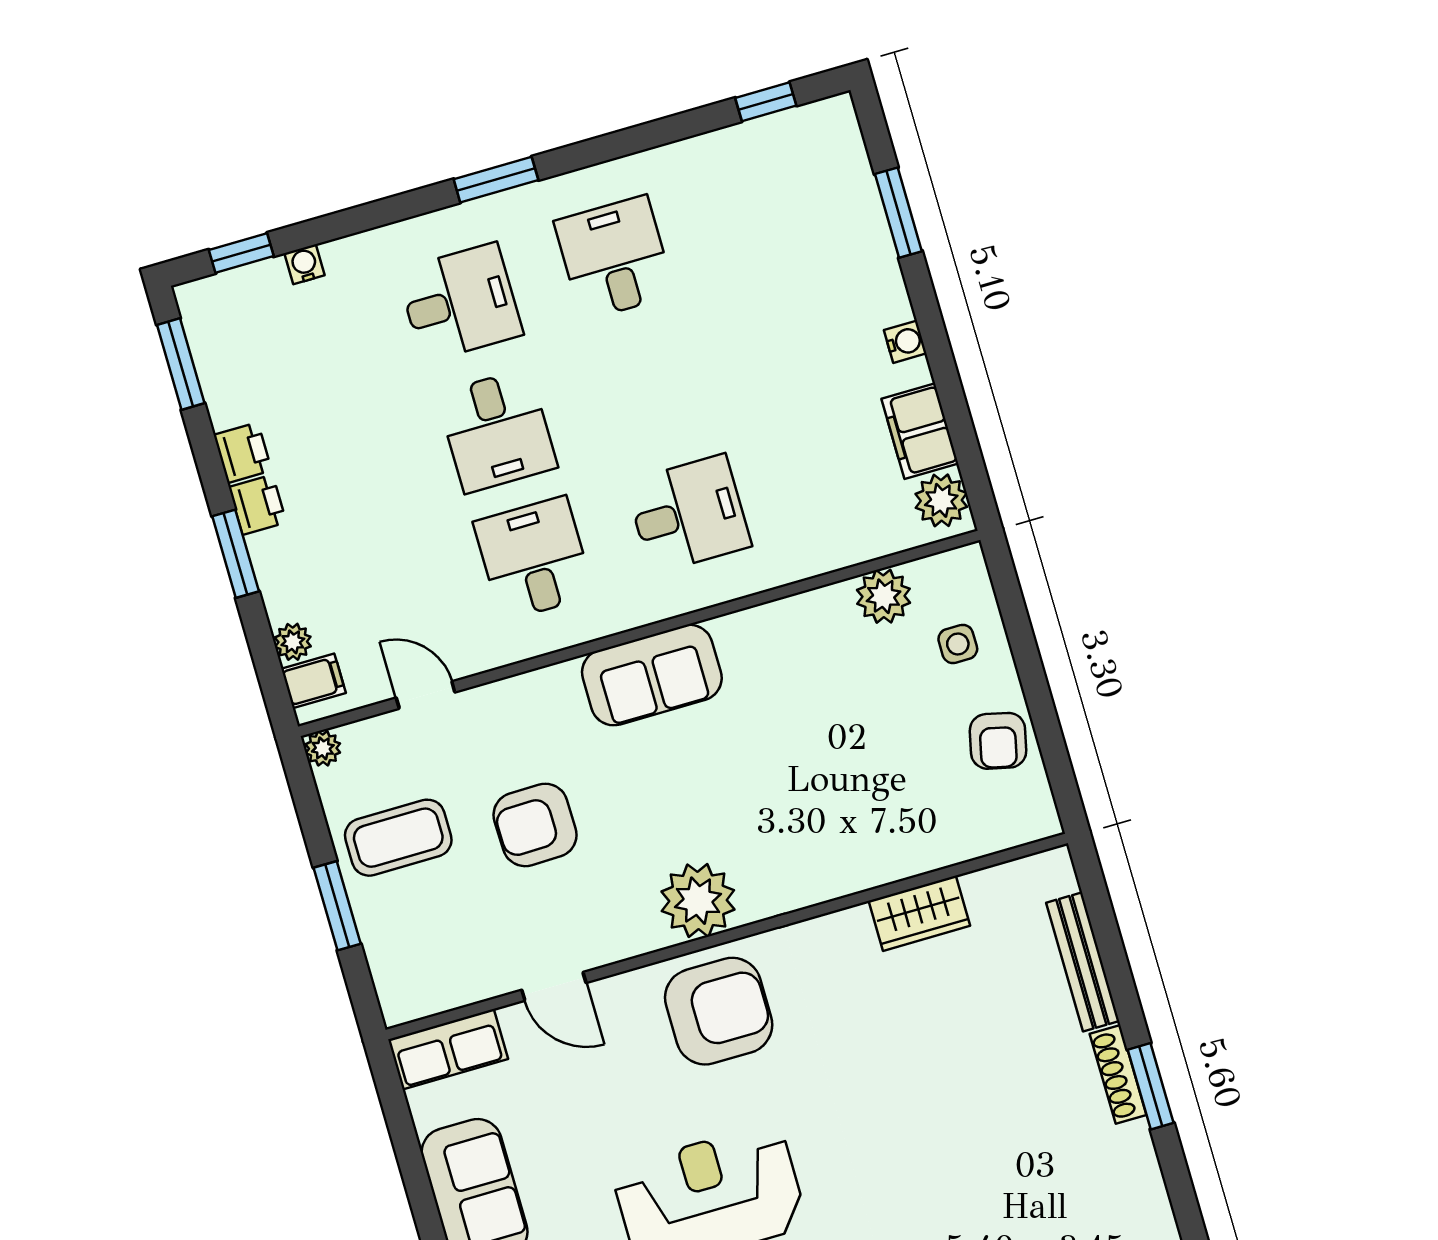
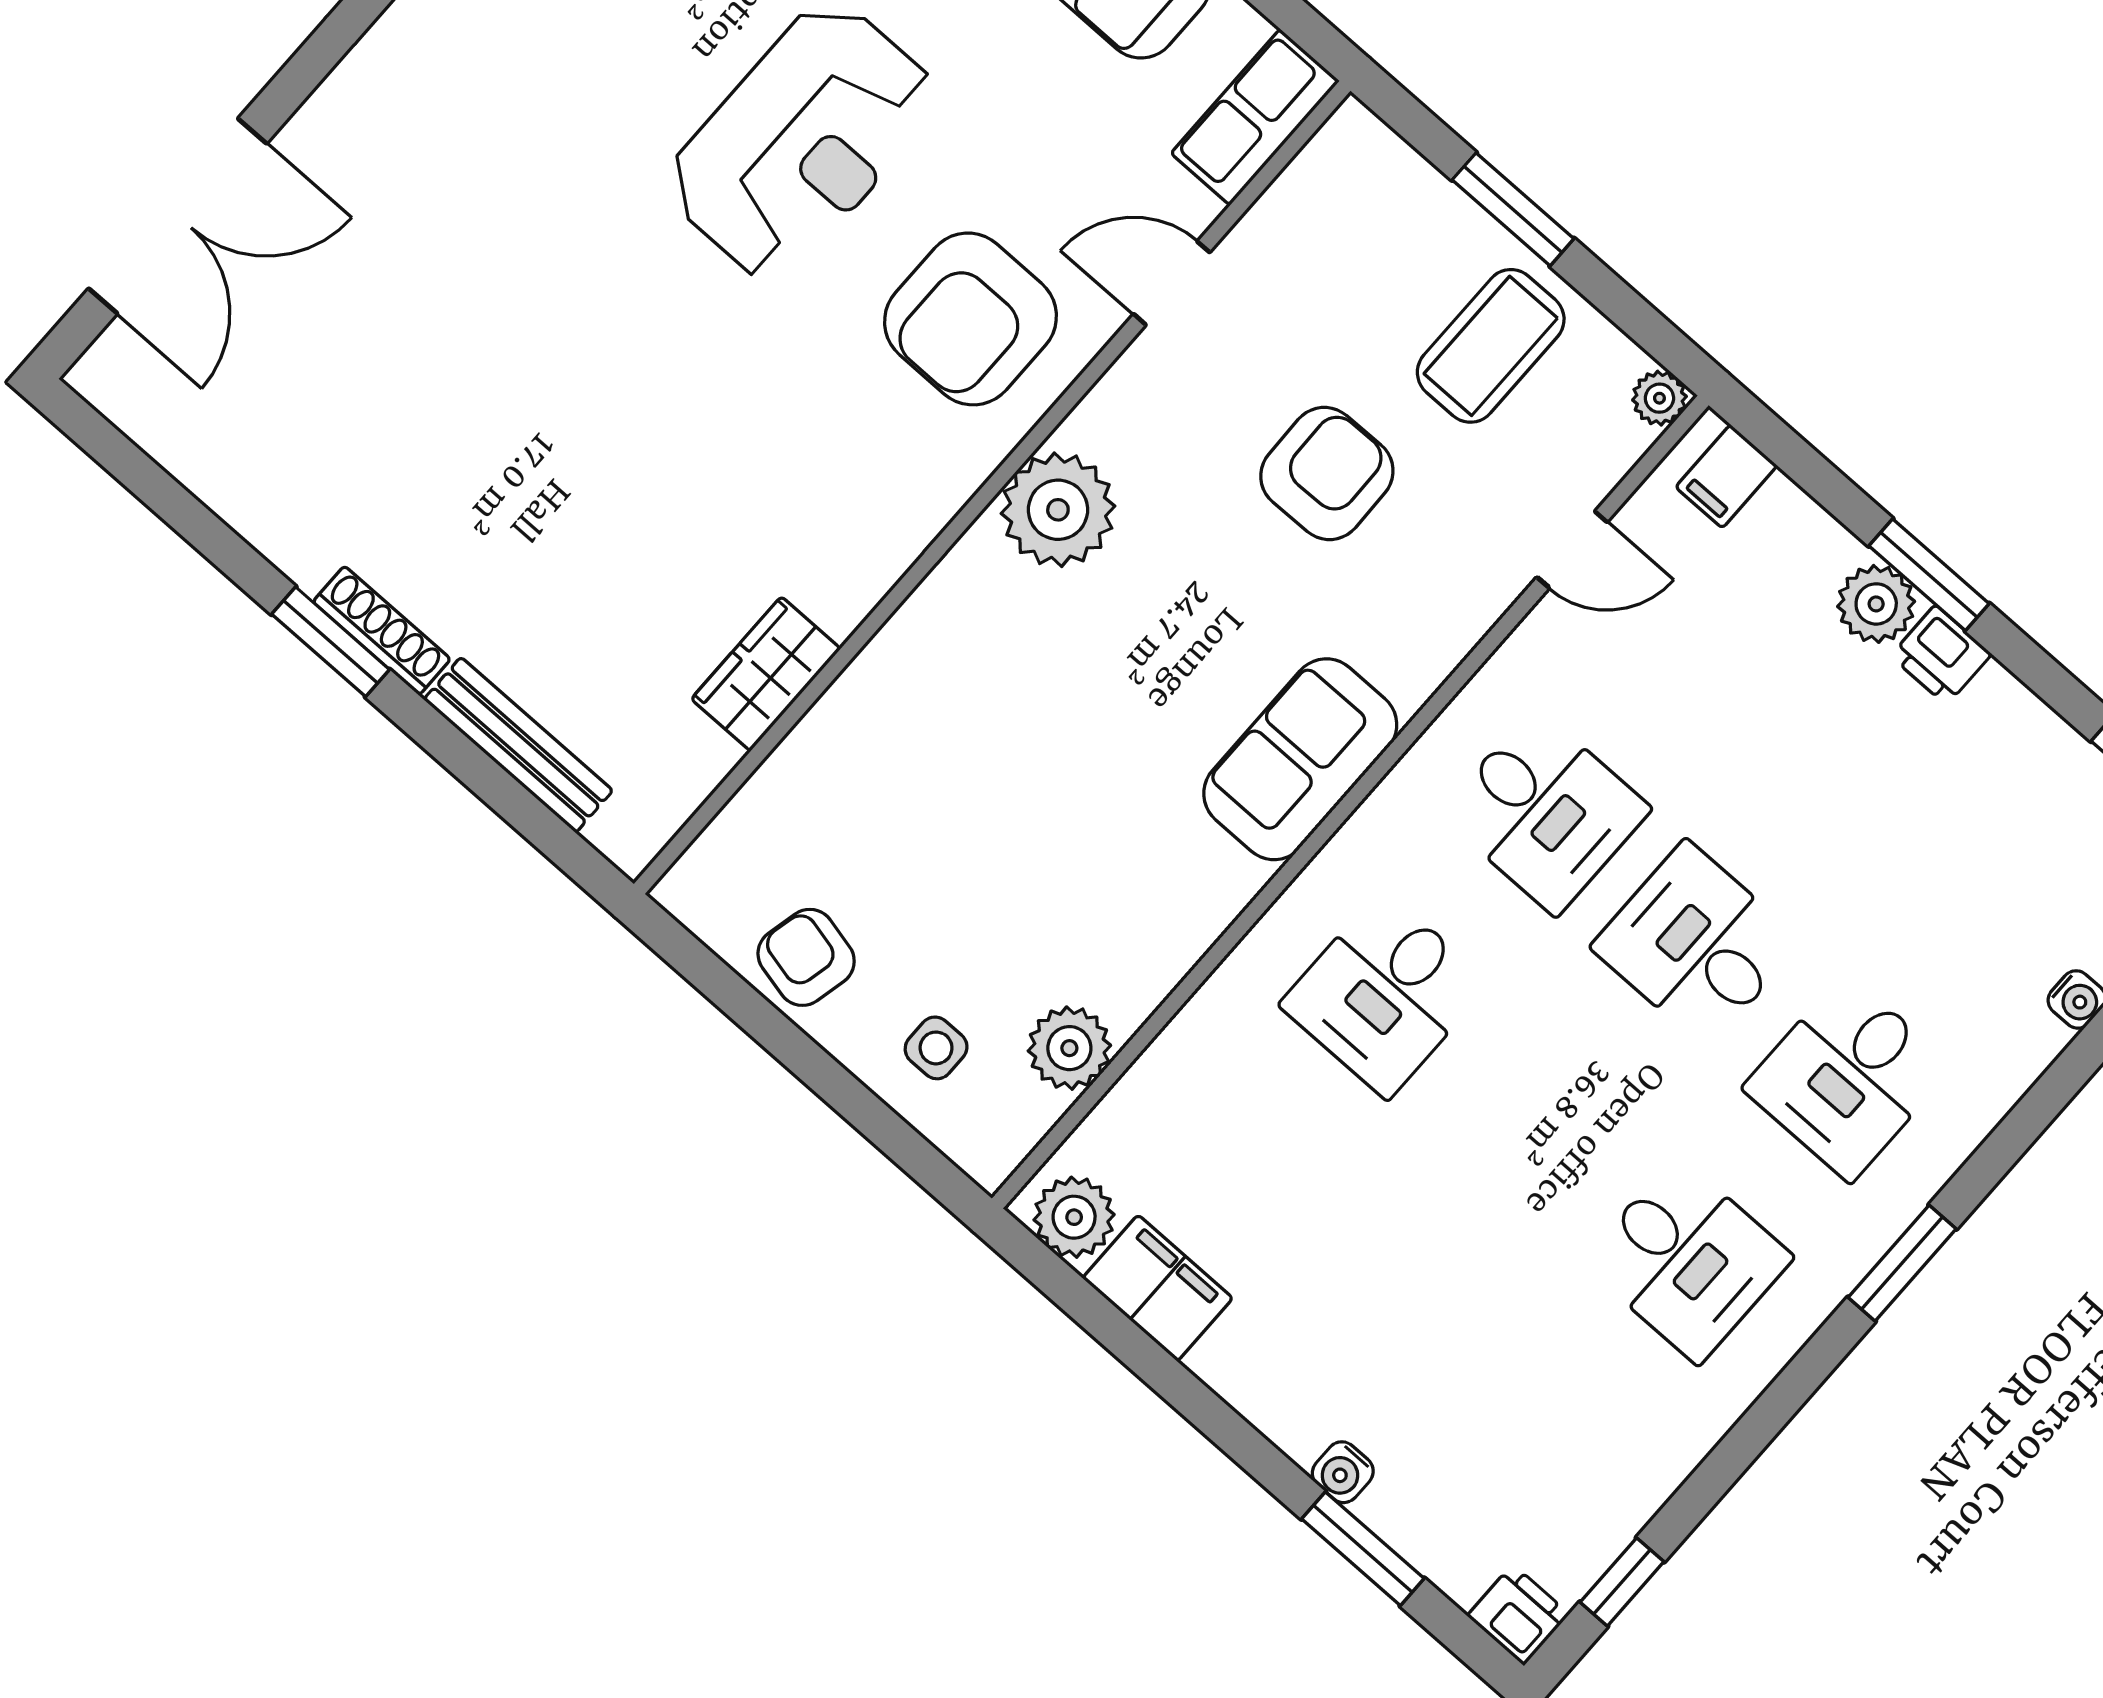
water cooler: (905, 342) -> (1343, 1472), moved
printer: (243, 453) -> (1518, 1615), moved, turned 180
plant: (293, 642) -> (1876, 604), moved, width x1.38, depth x1.38
armchair: (719, 1011) -> (971, 319), moved

